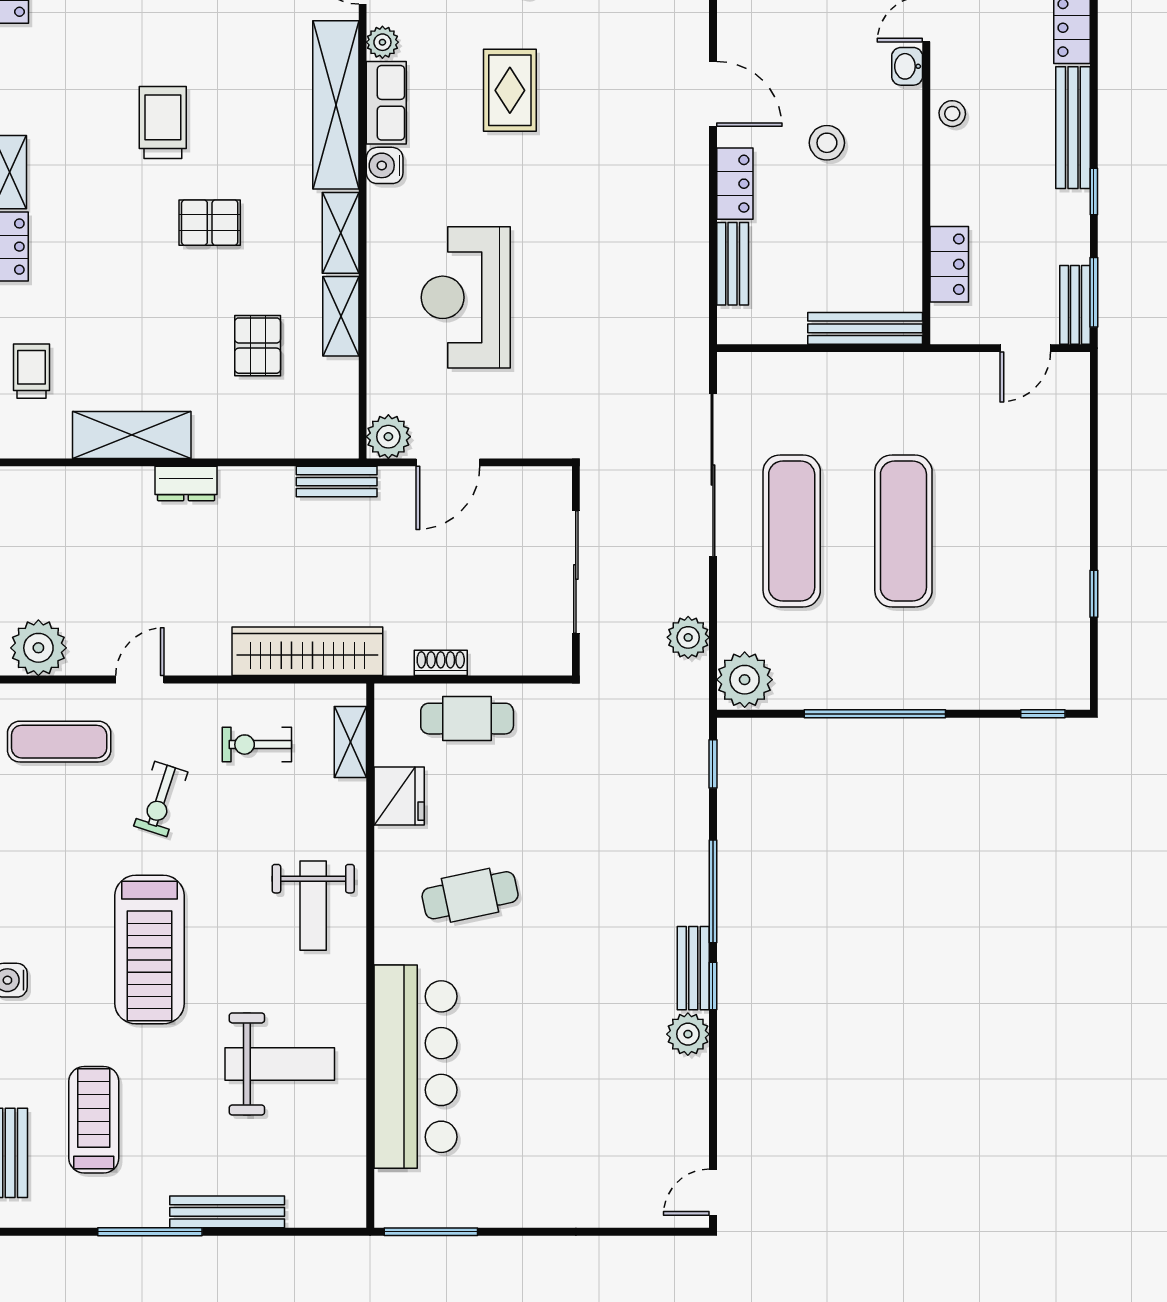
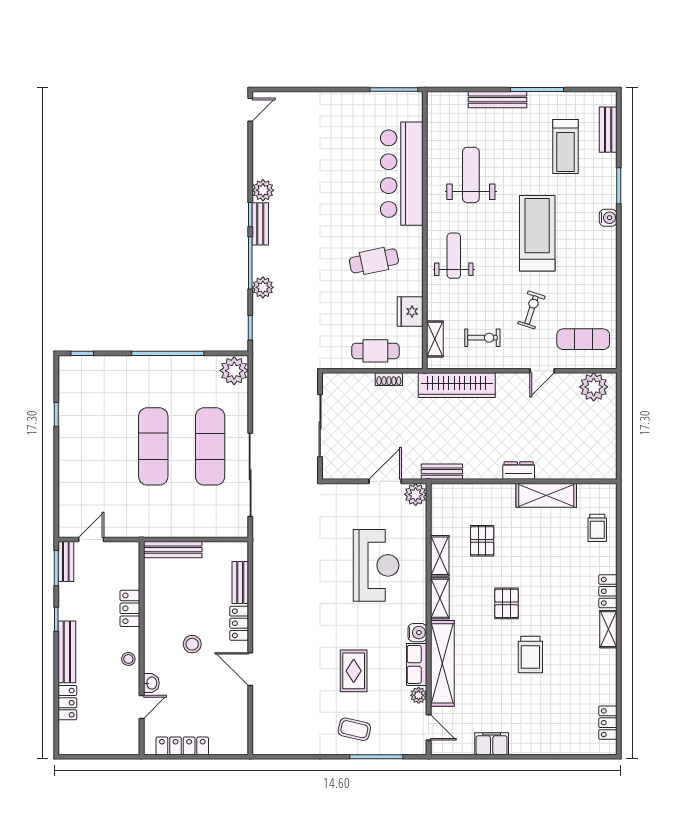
pallet: (210, 223) -> (507, 603), turned 90
locker: (949, 264) -> (130, 608), moved
plant: (688, 637) -> (263, 287), moved
weight bench: (280, 1064) -> (471, 175), turned 90

